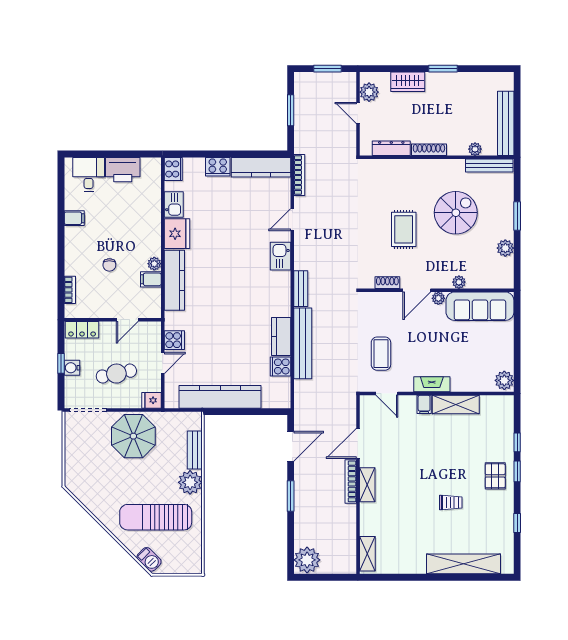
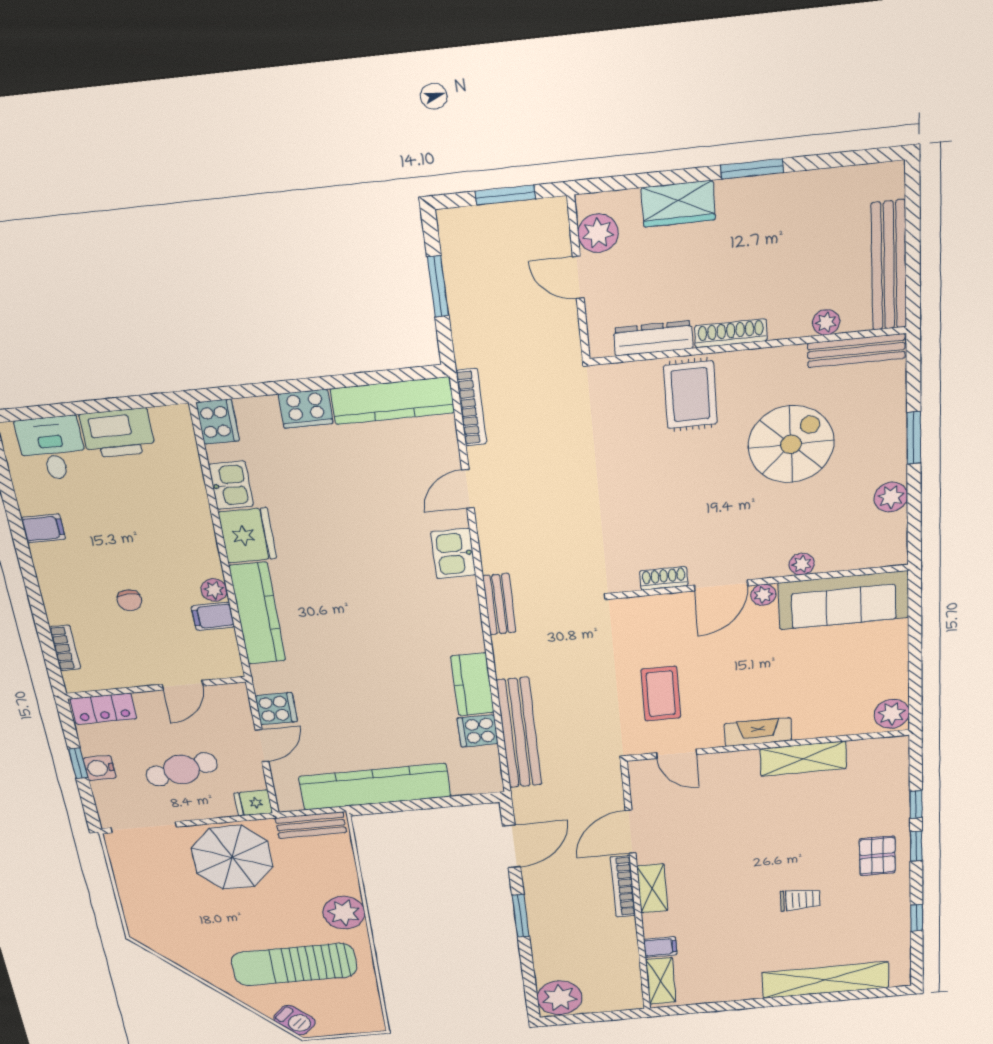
rug: (404, 229) -> (690, 395), moved
bench: (303, 343) -> (519, 733), moved
filing cabinet: (424, 404) -> (660, 947), moved, turned -90
bench: (195, 450) -> (311, 825), moved, turned 90

